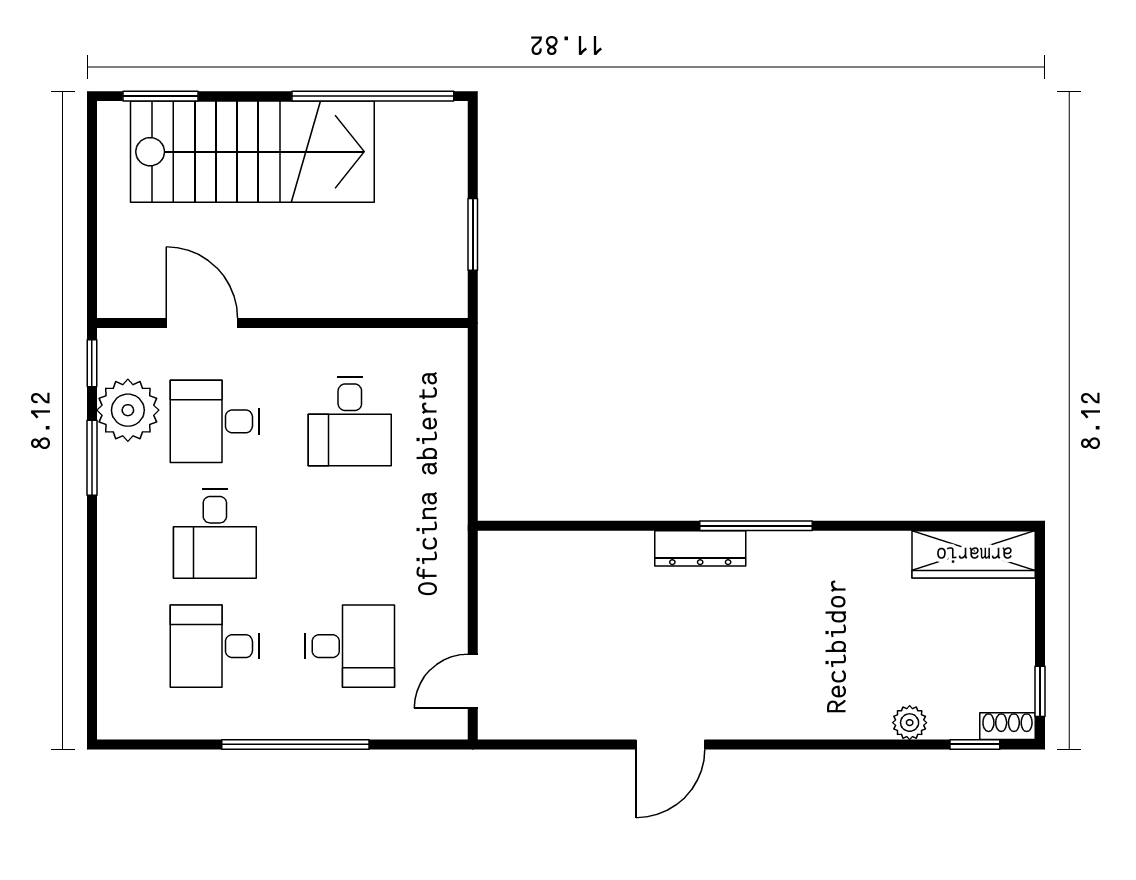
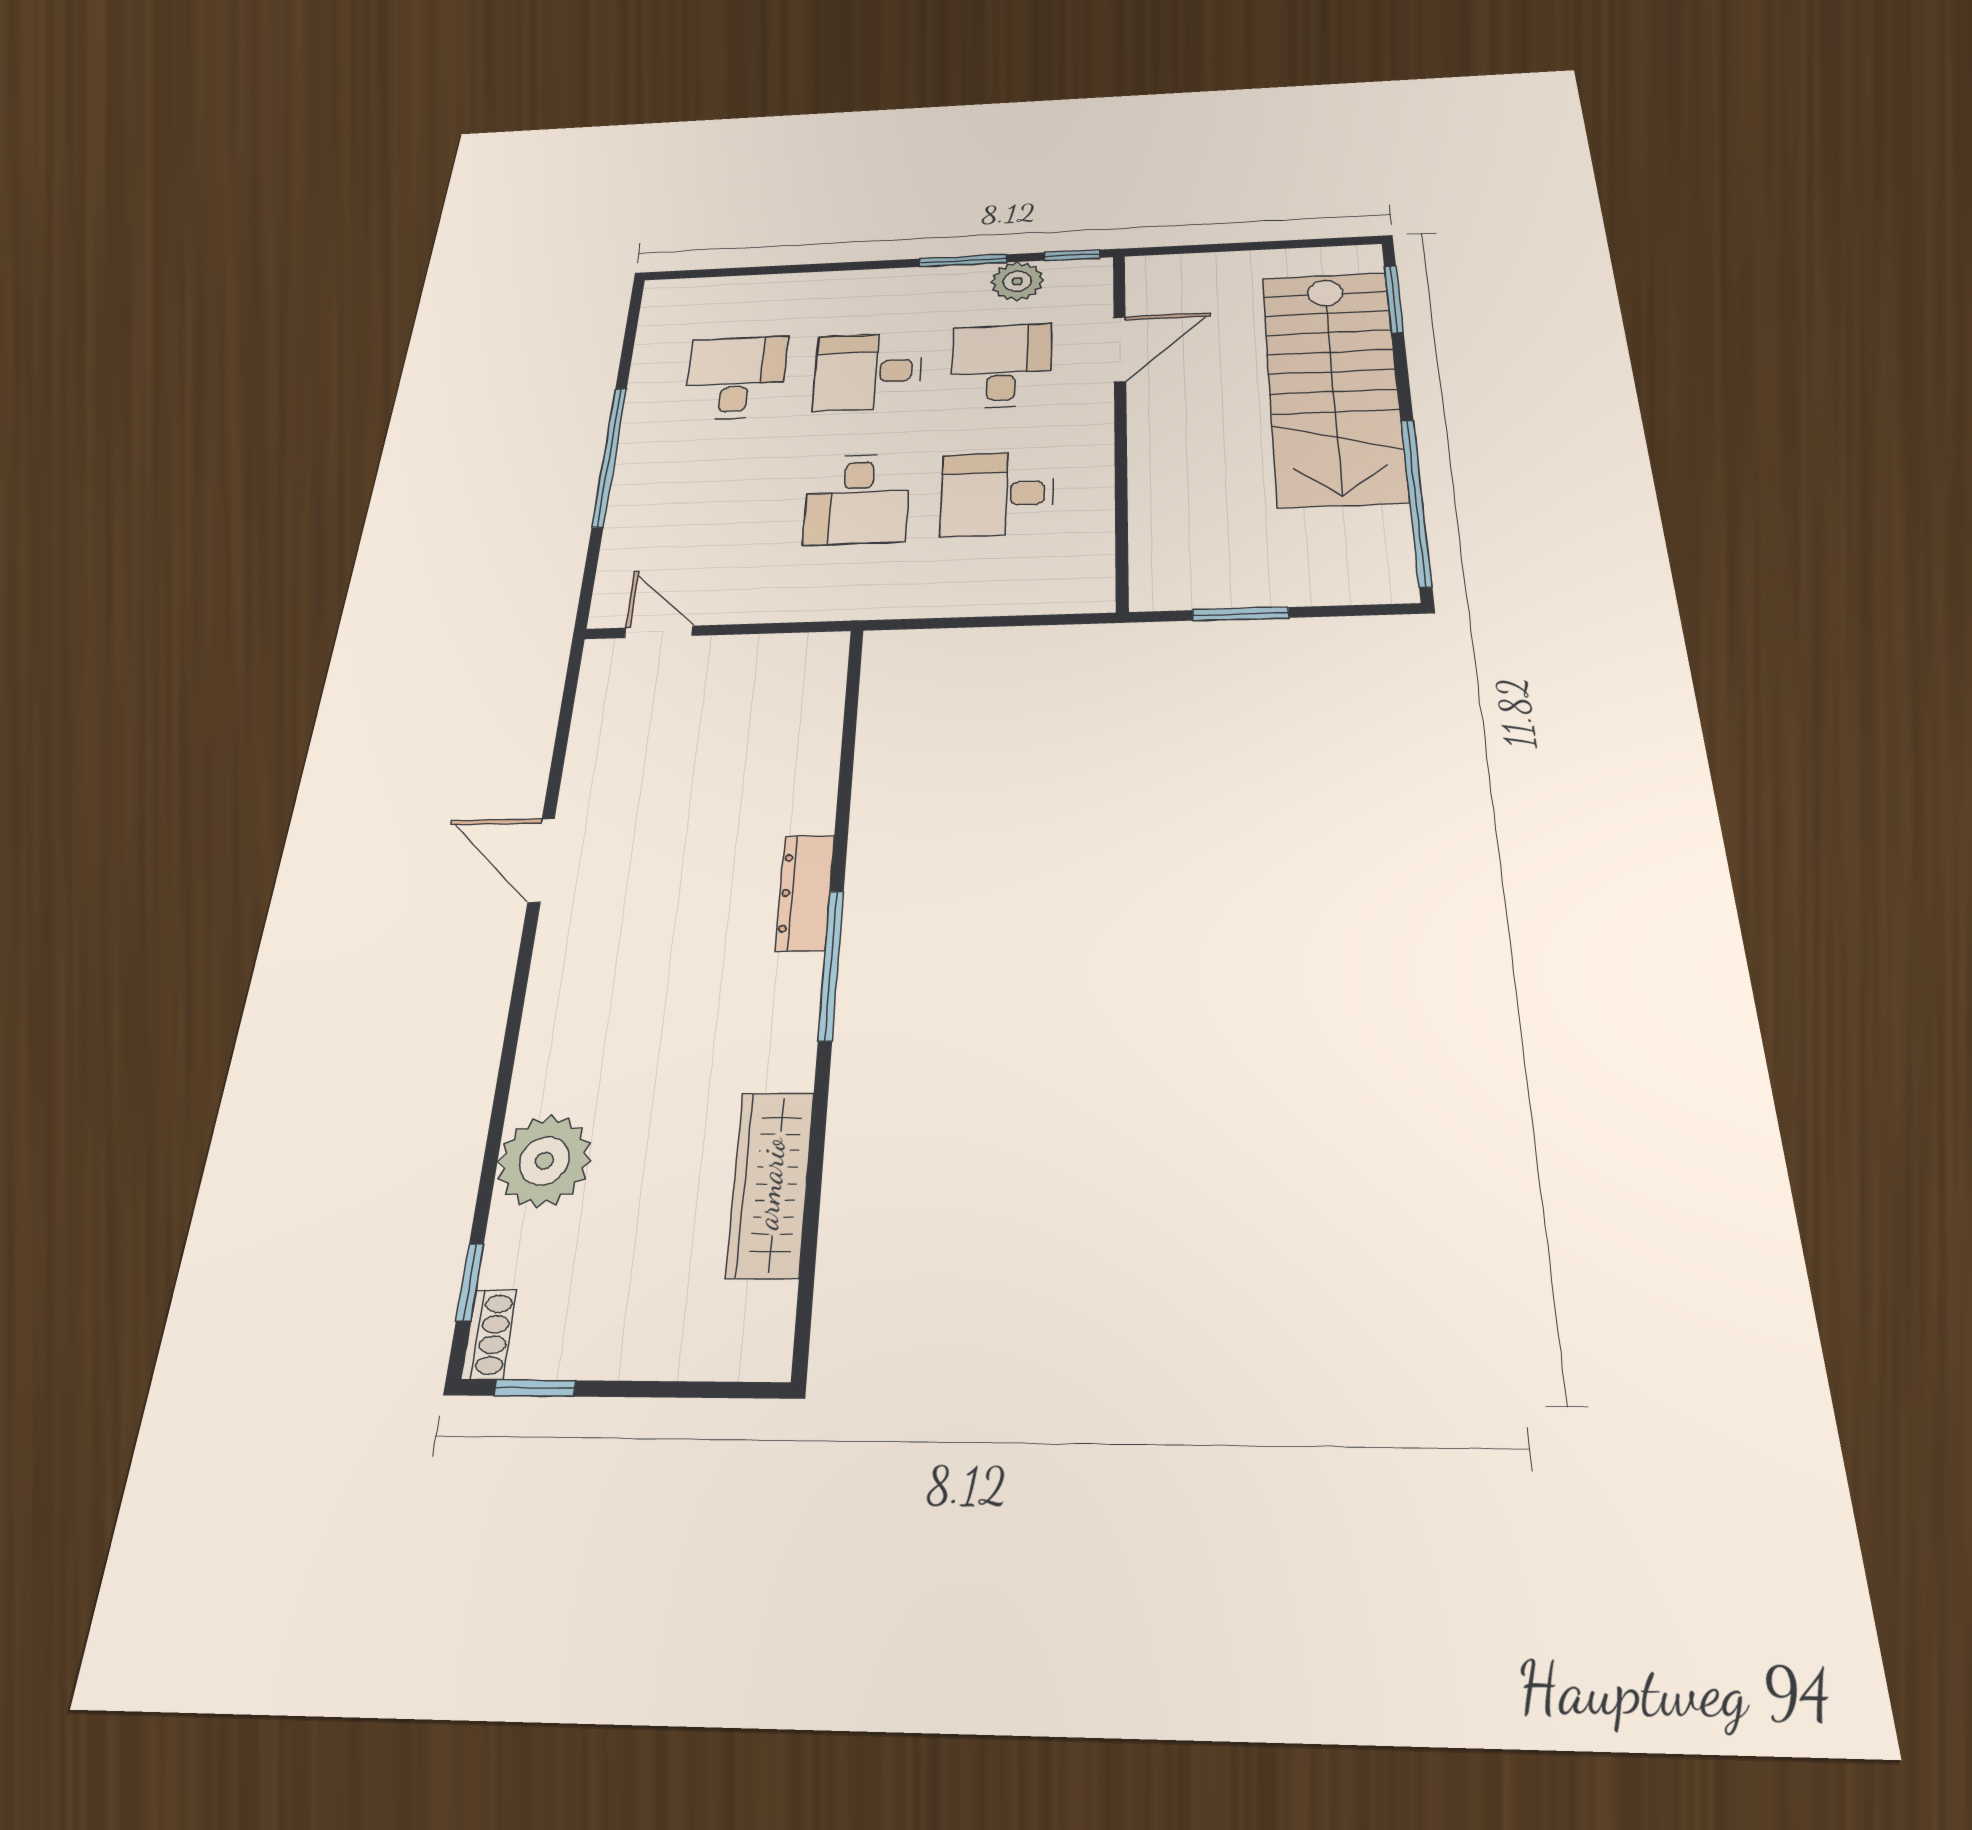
plant: (128, 410) -> (1017, 281), width x0.73, depth x0.73
wardrobe: (974, 554) -> (770, 1184), moved
desk: (350, 646) -> (857, 499), moved
plant: (910, 723) -> (544, 1161), width x1.87, depth x1.87

